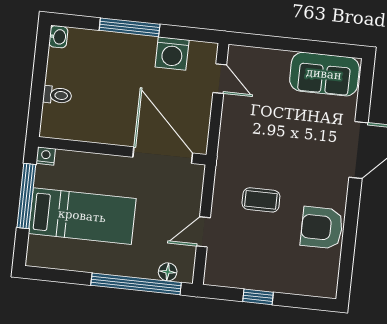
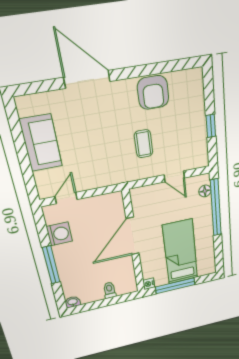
sofa: (324, 74) -> (41, 143), moved
door: (163, 155) -> (133, 236), moved

